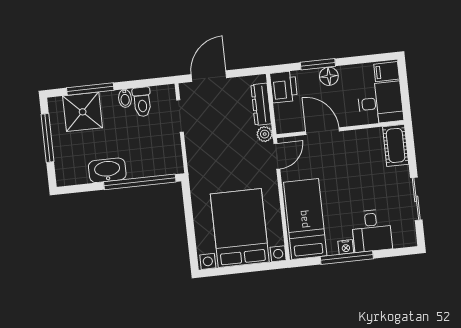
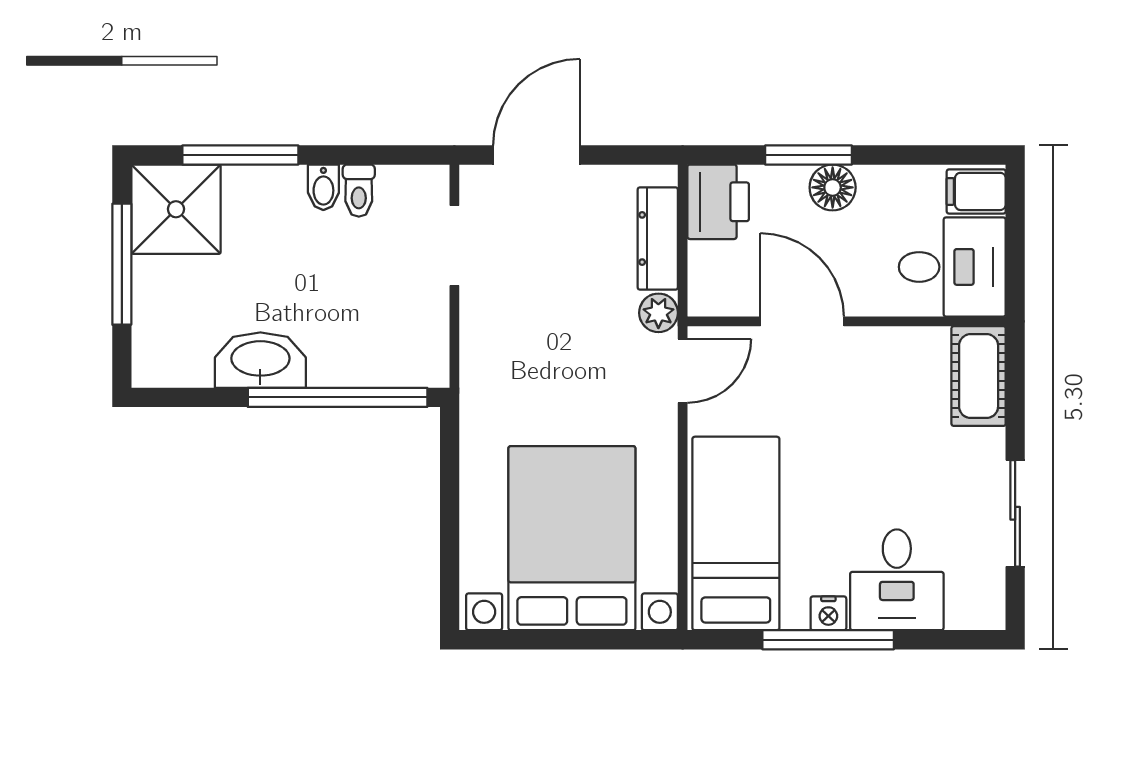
toilet: (142, 102) -> (359, 191), width x0.73, depth x0.72
shower: (83, 112) -> (176, 209), moved

